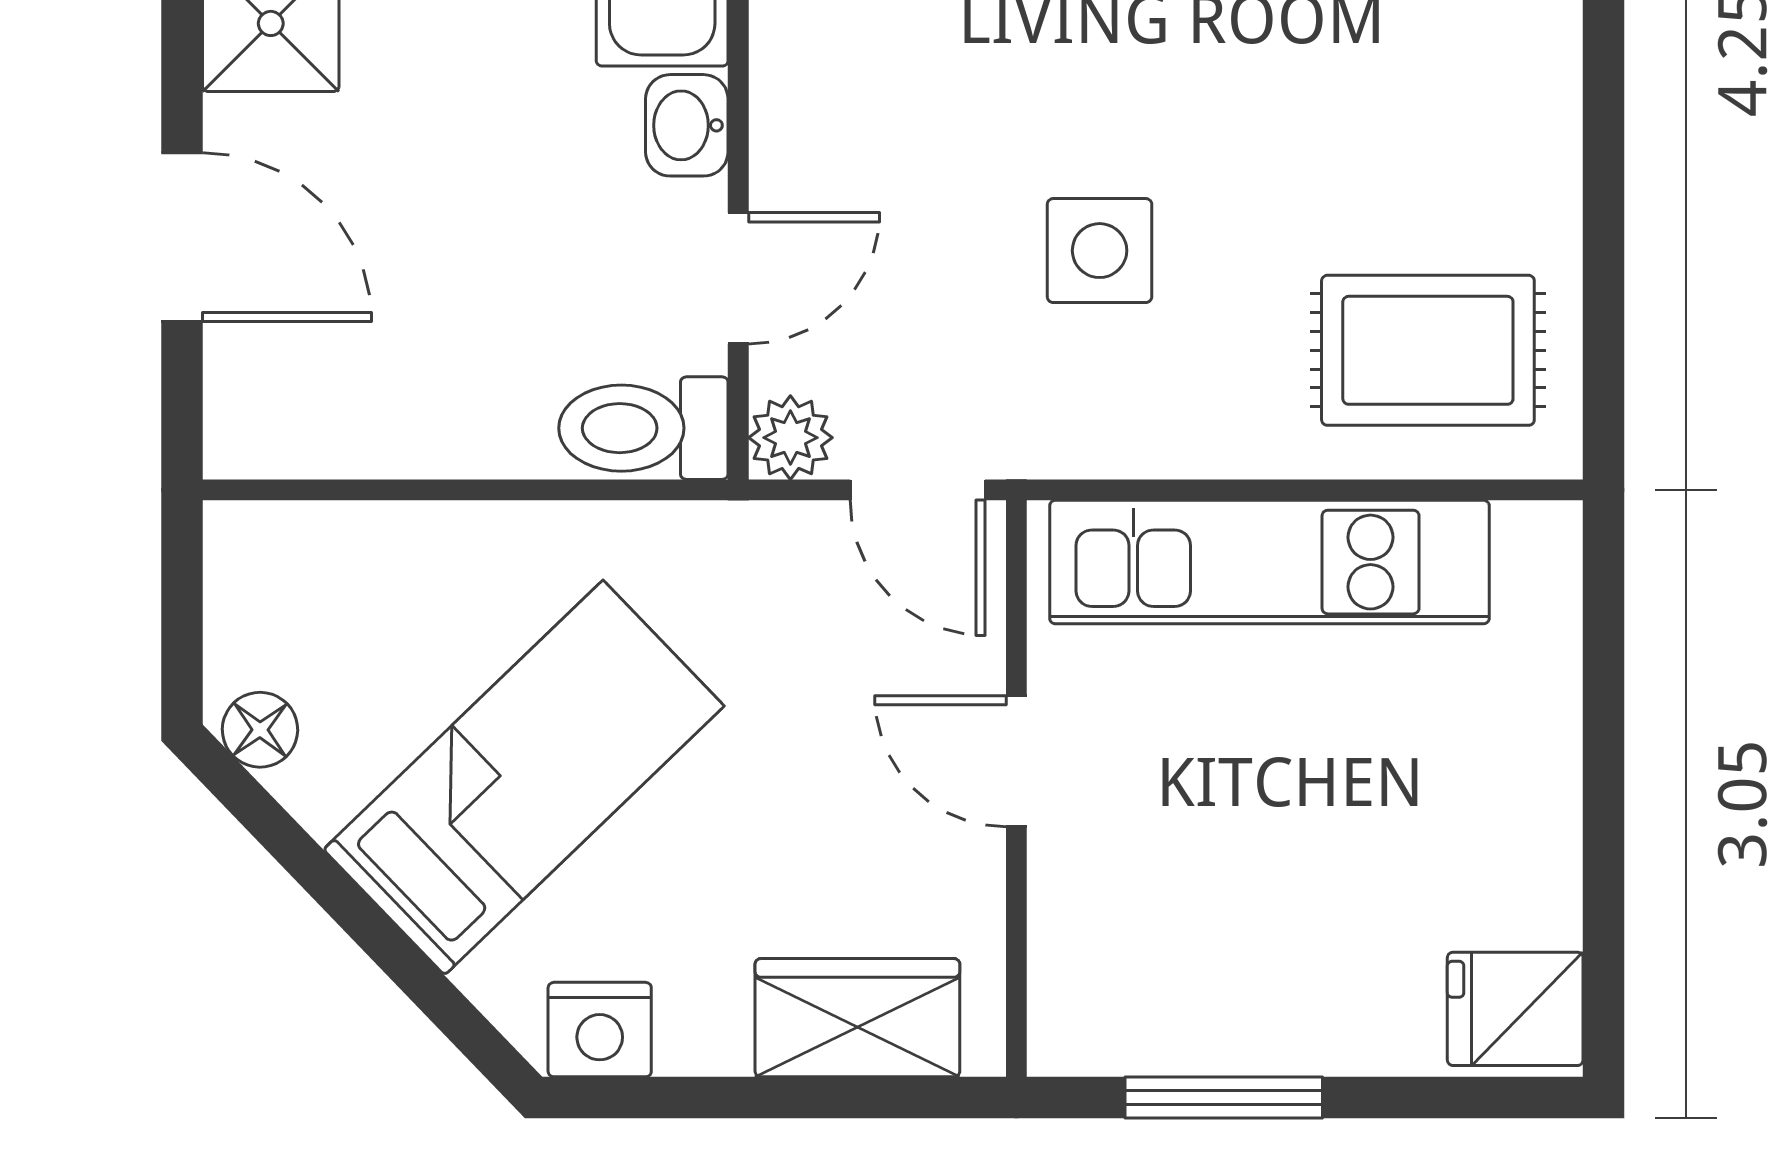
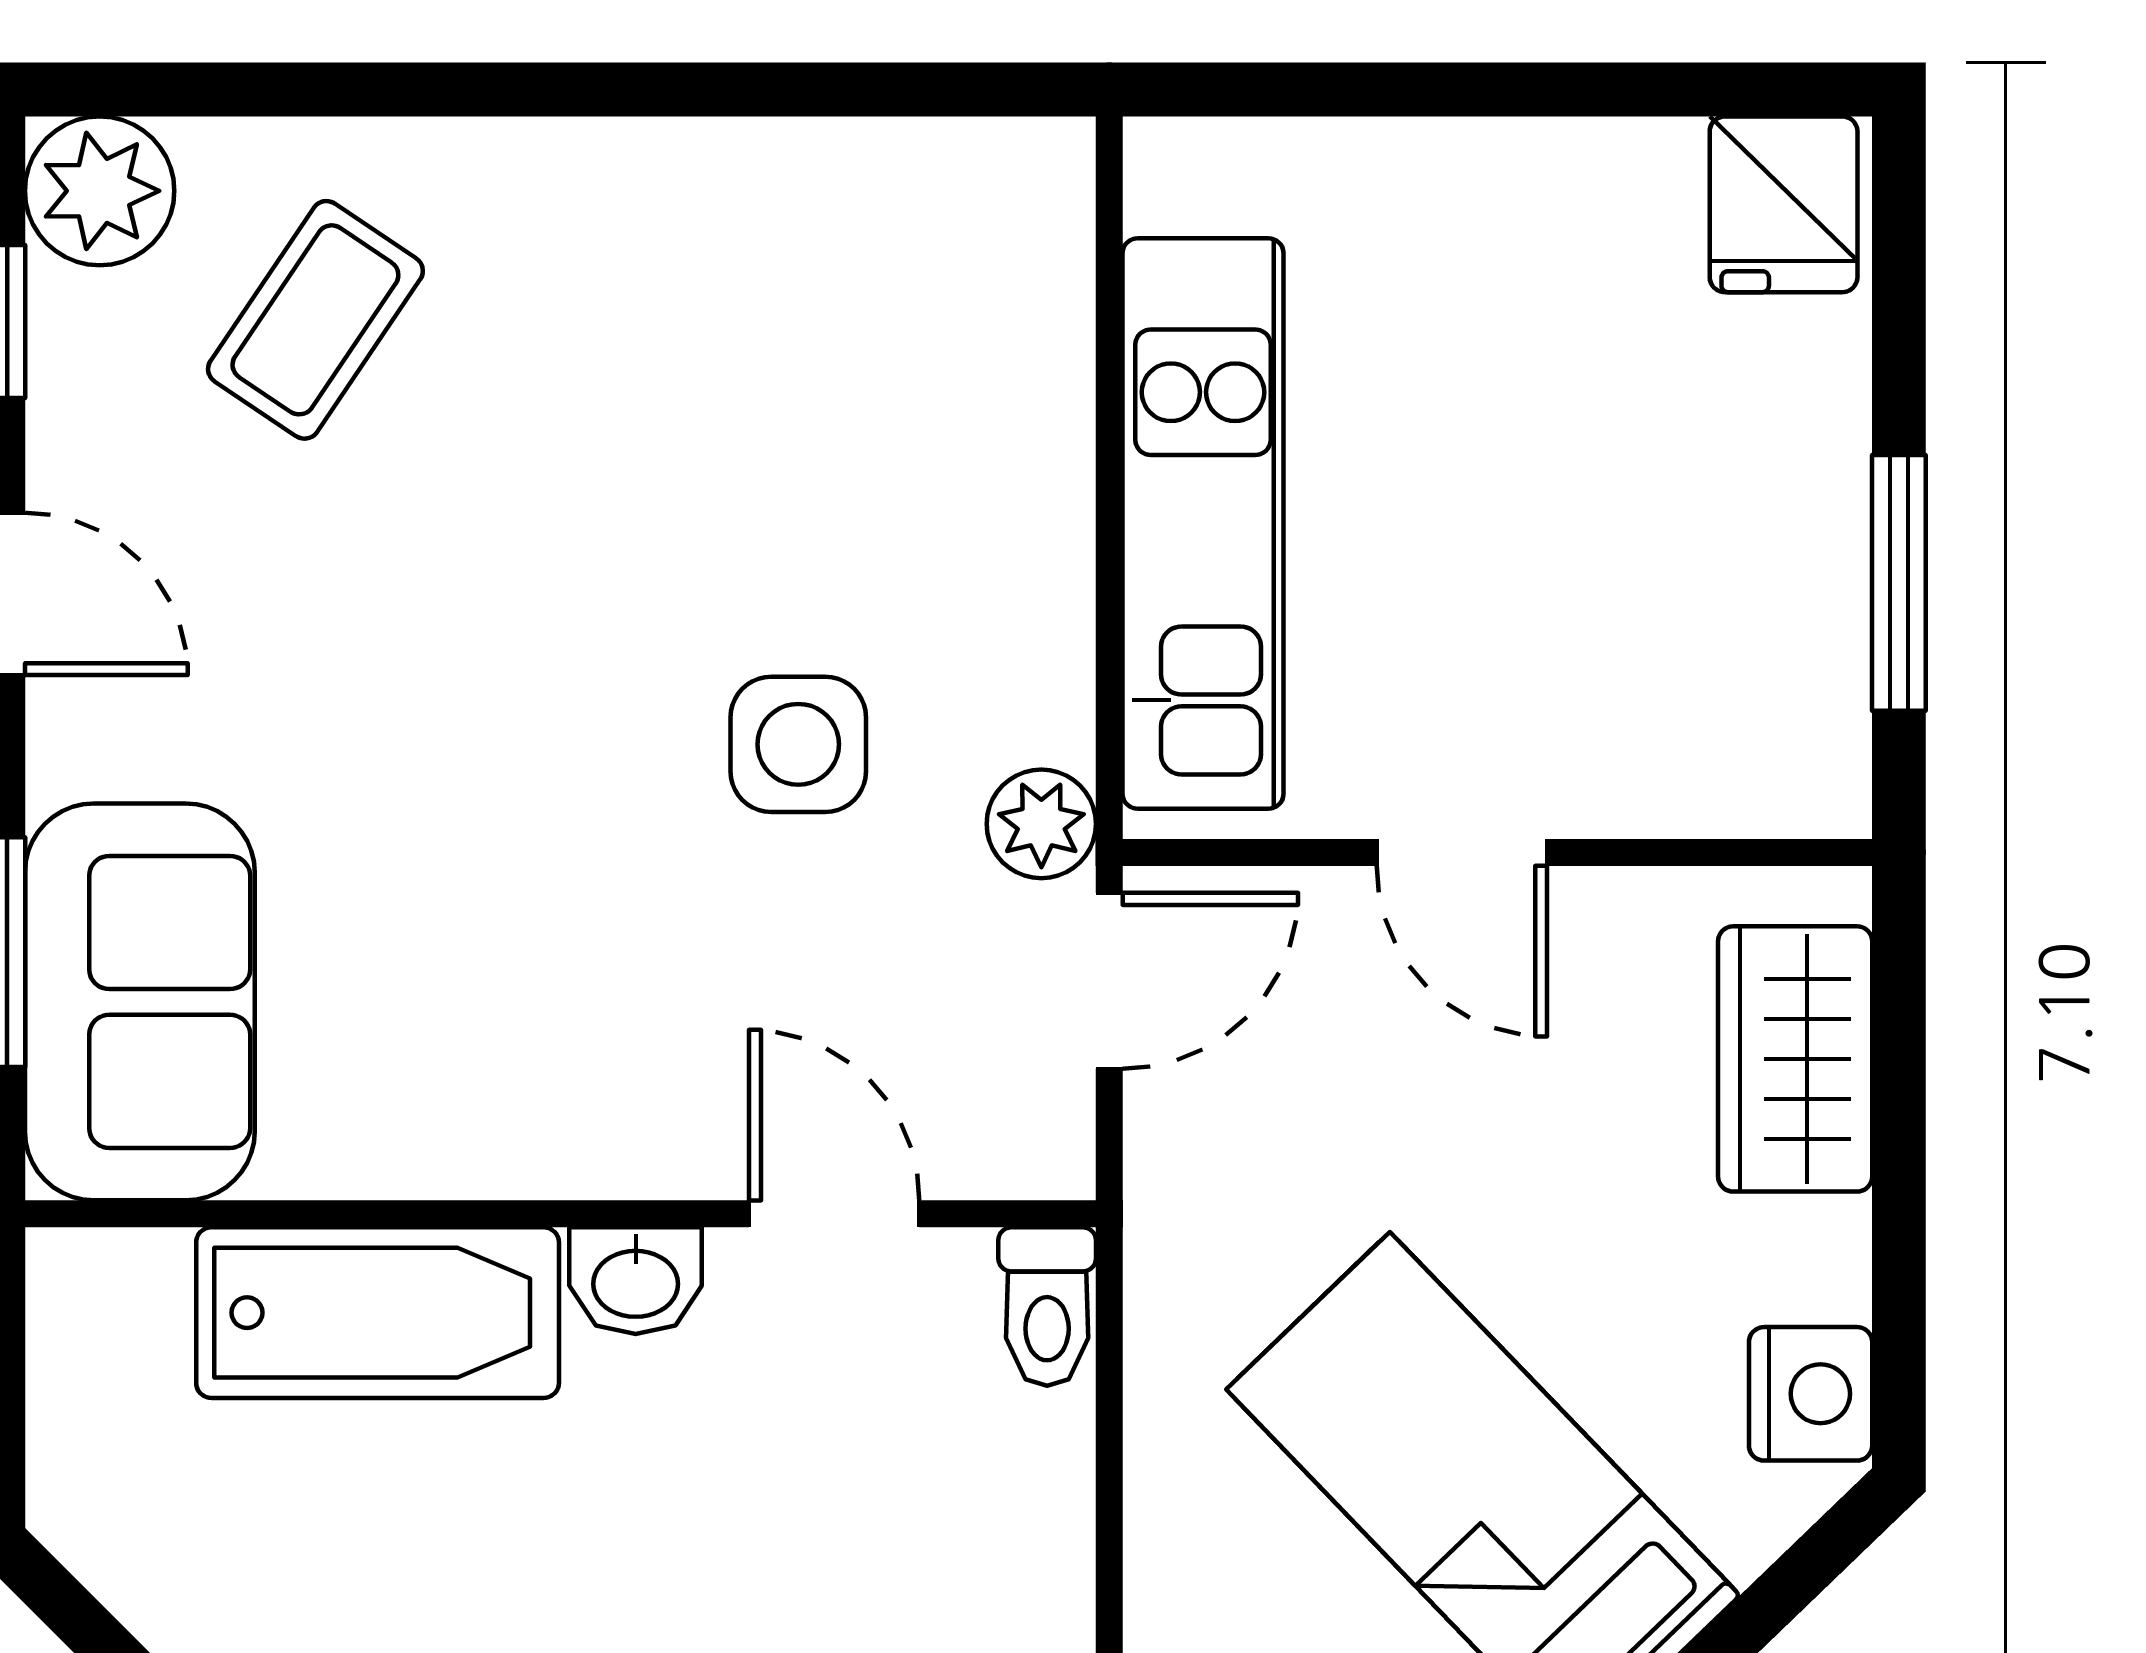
rug: (1428, 350) -> (928, 318), removed
toilet: (643, 428) -> (1047, 1306), width x0.73, depth x0.72
plant: (790, 438) -> (1041, 824), moved
door: (1016, 761) -> (1462, 852), hinge flipped

